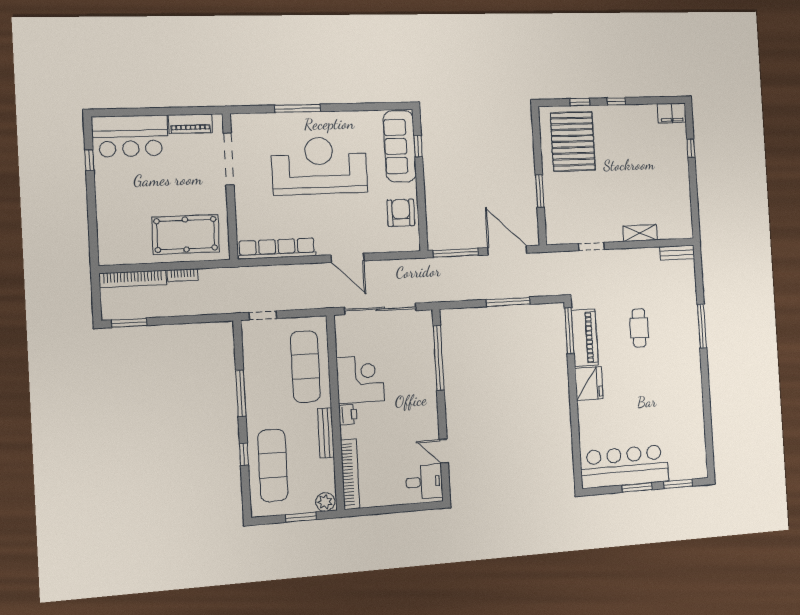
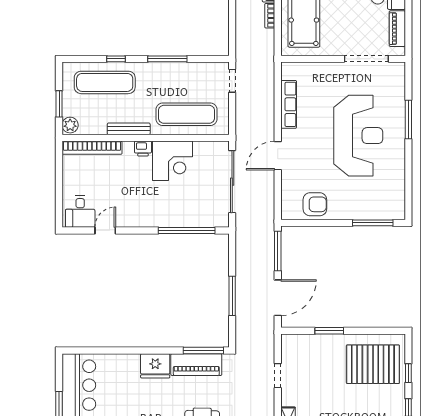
sofa: (400, 146) -> (373, 207), removed
window: (418, 146) -> (373, 223), width x2.17
row of seats: (277, 248) -> (289, 104), width x0.73

